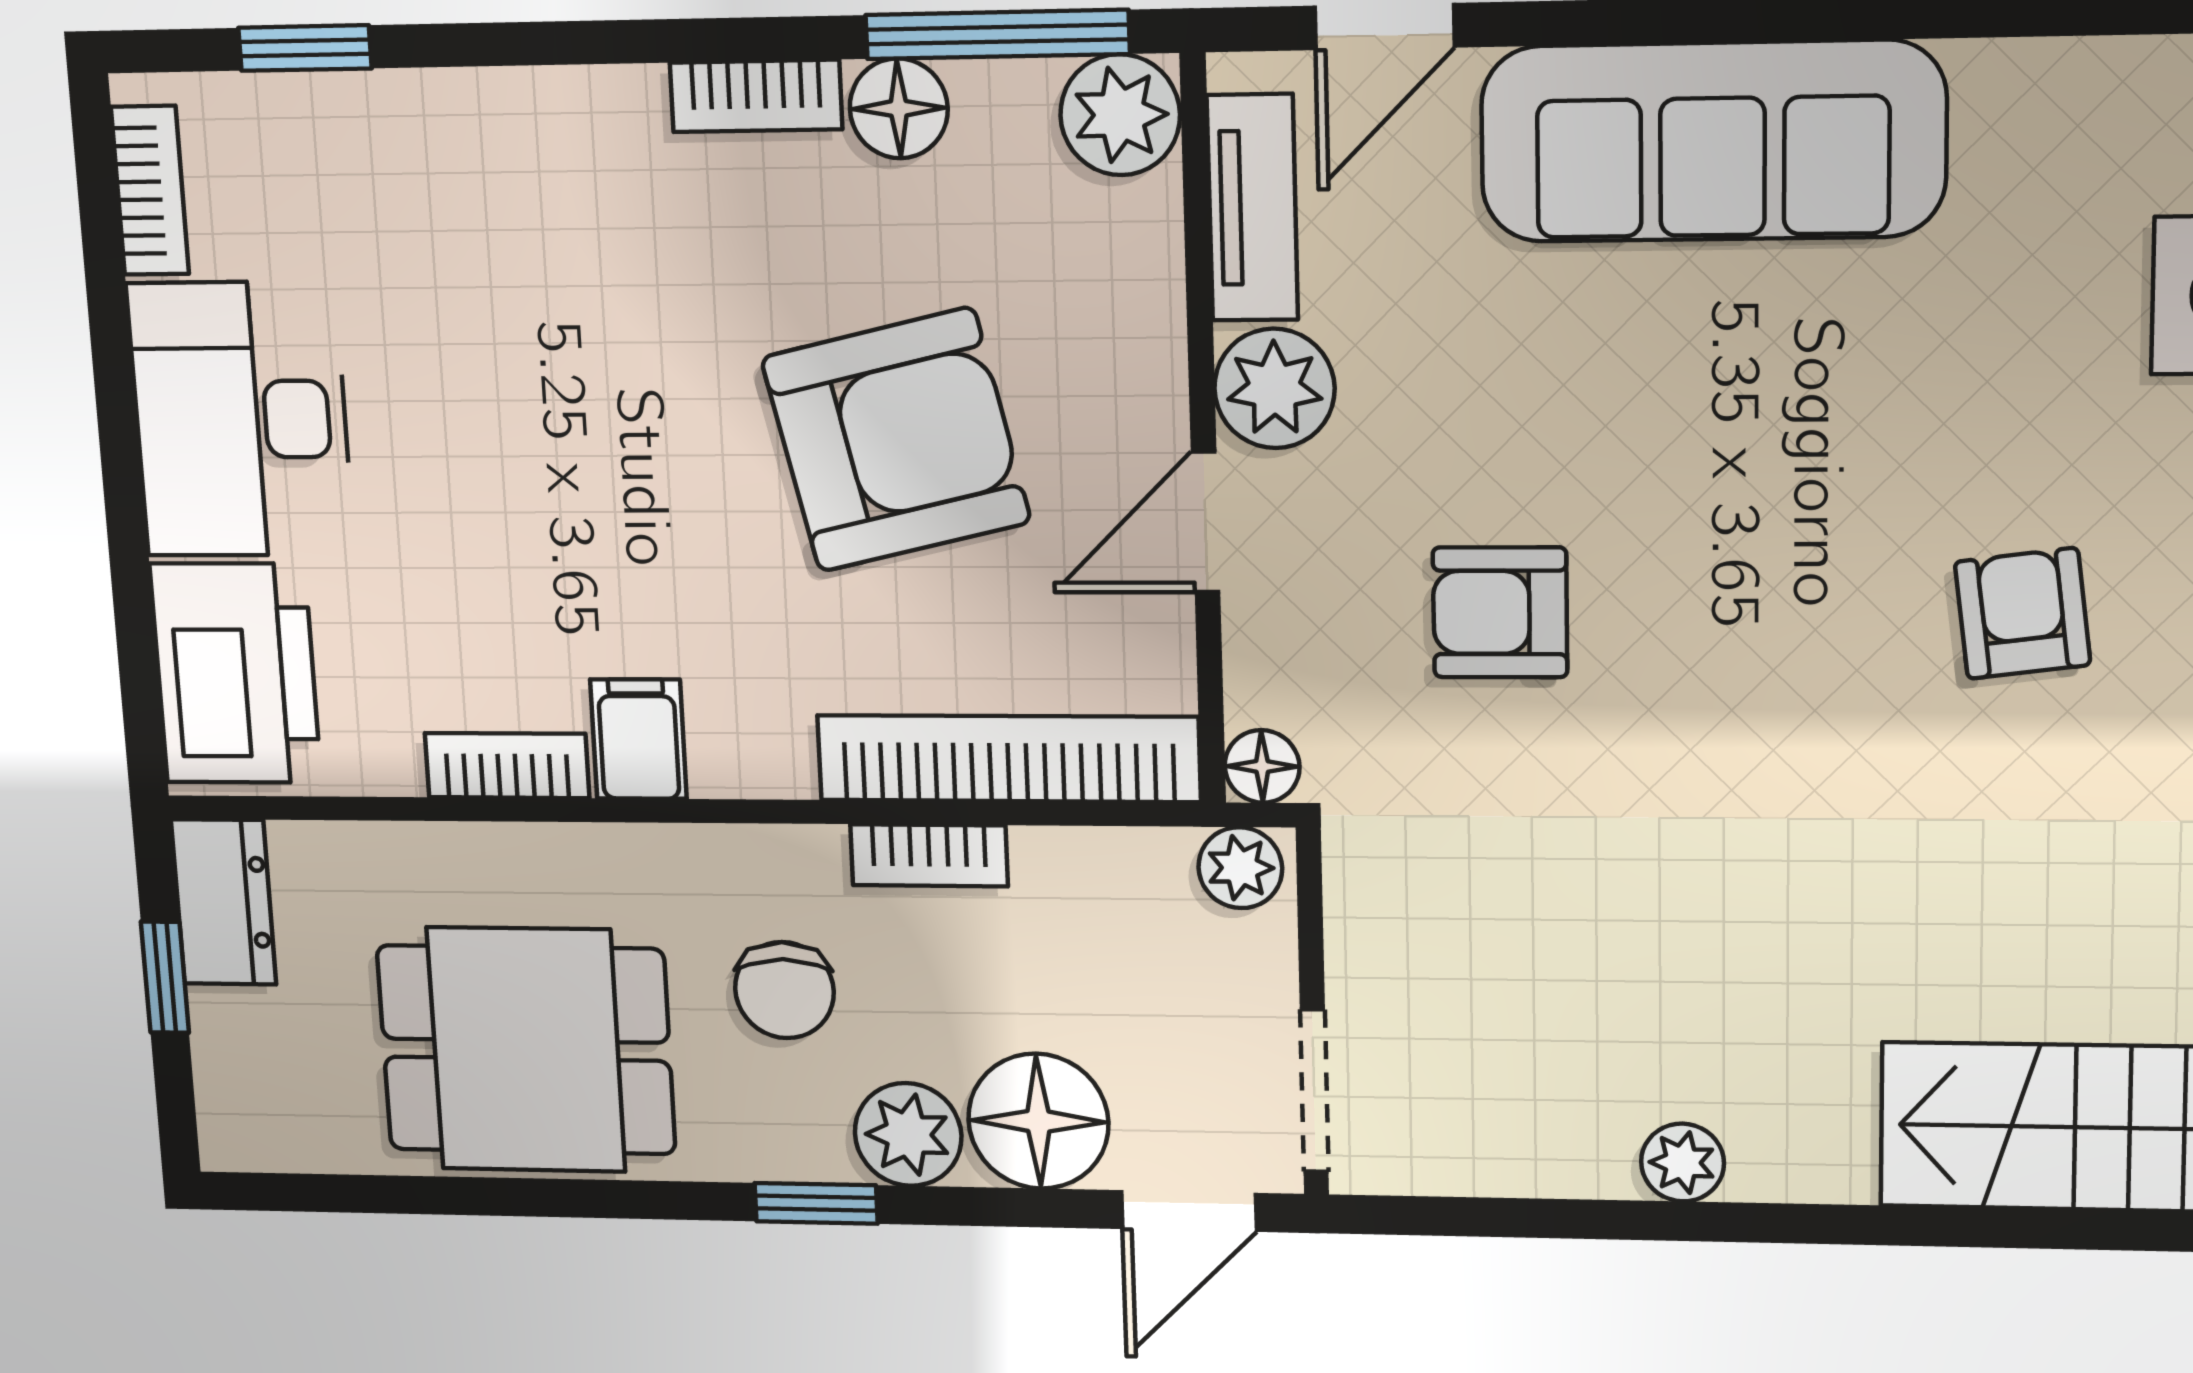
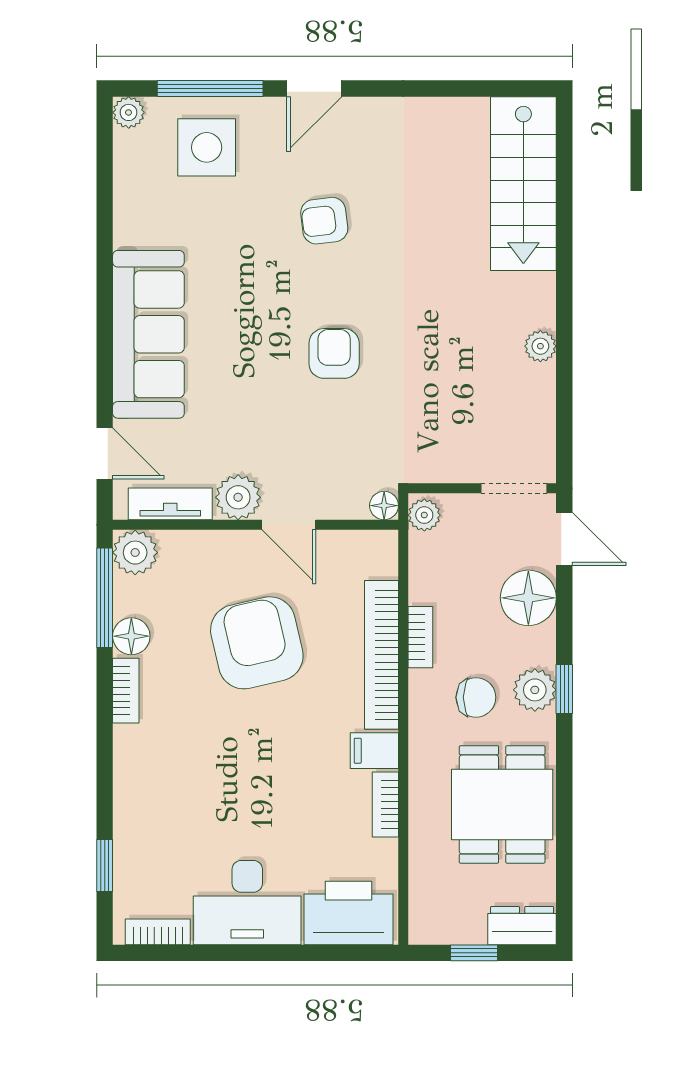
armchair: (1500, 612) -> (334, 353), moved, turned 180
bookcase: (1008, 759) -> (381, 655), moved
dresser: (224, 902) -> (522, 926), moved
plant: (908, 1135) -> (535, 690), moved

